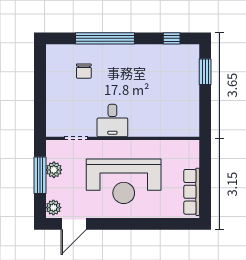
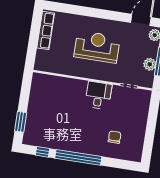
window: (105, 38) -> (78, 157), moved
reception desk: (124, 181) -> (97, 47), width x0.74, depth x0.77

